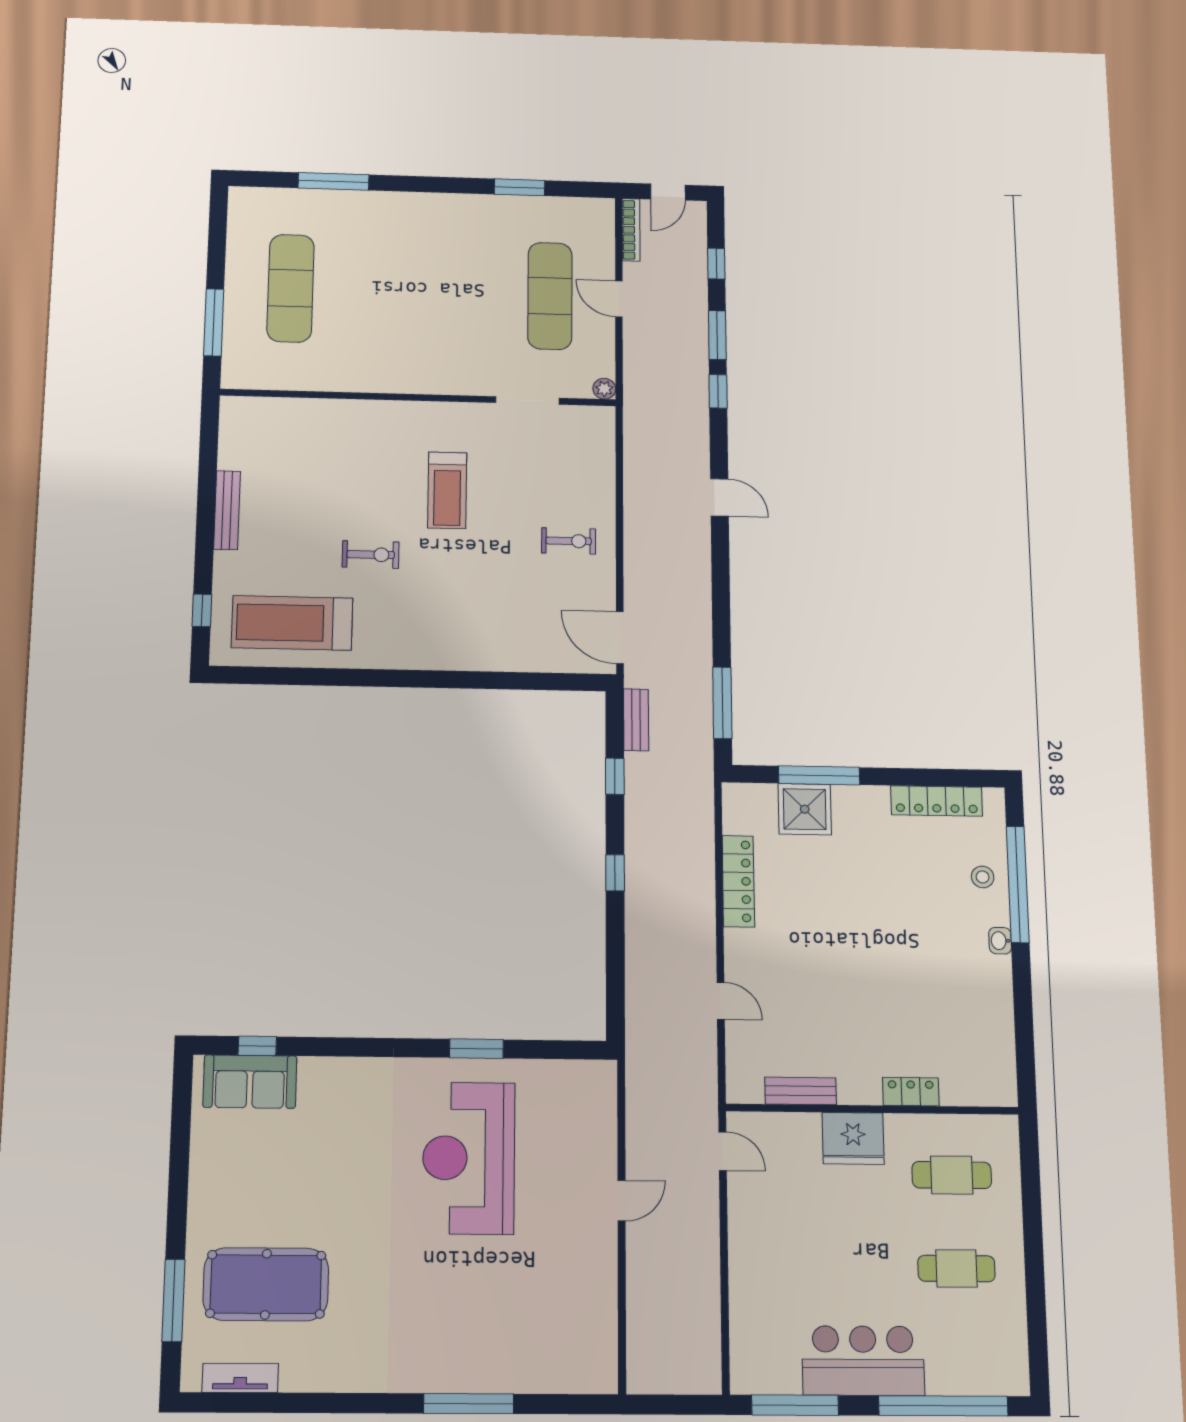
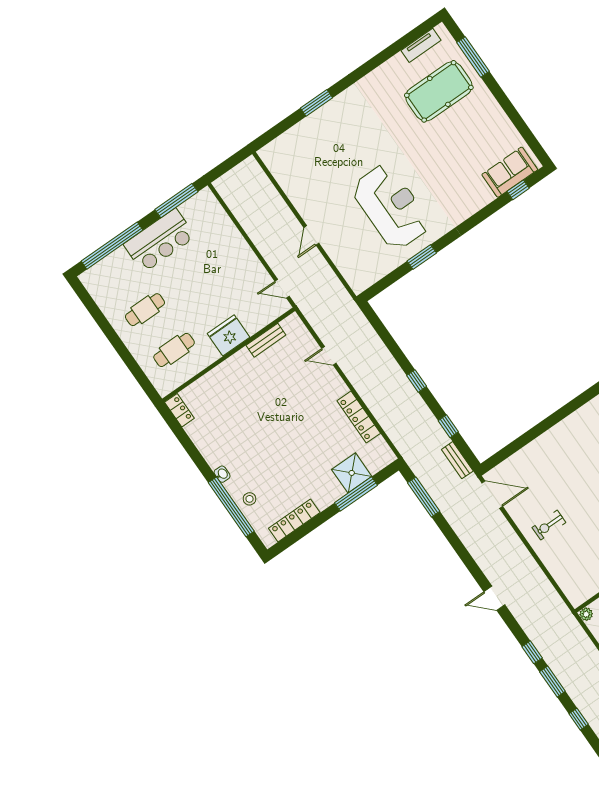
locker: (911, 1092) -> (179, 410), moved, turned -90
window: (469, 1404) -> (317, 103), width x0.69

